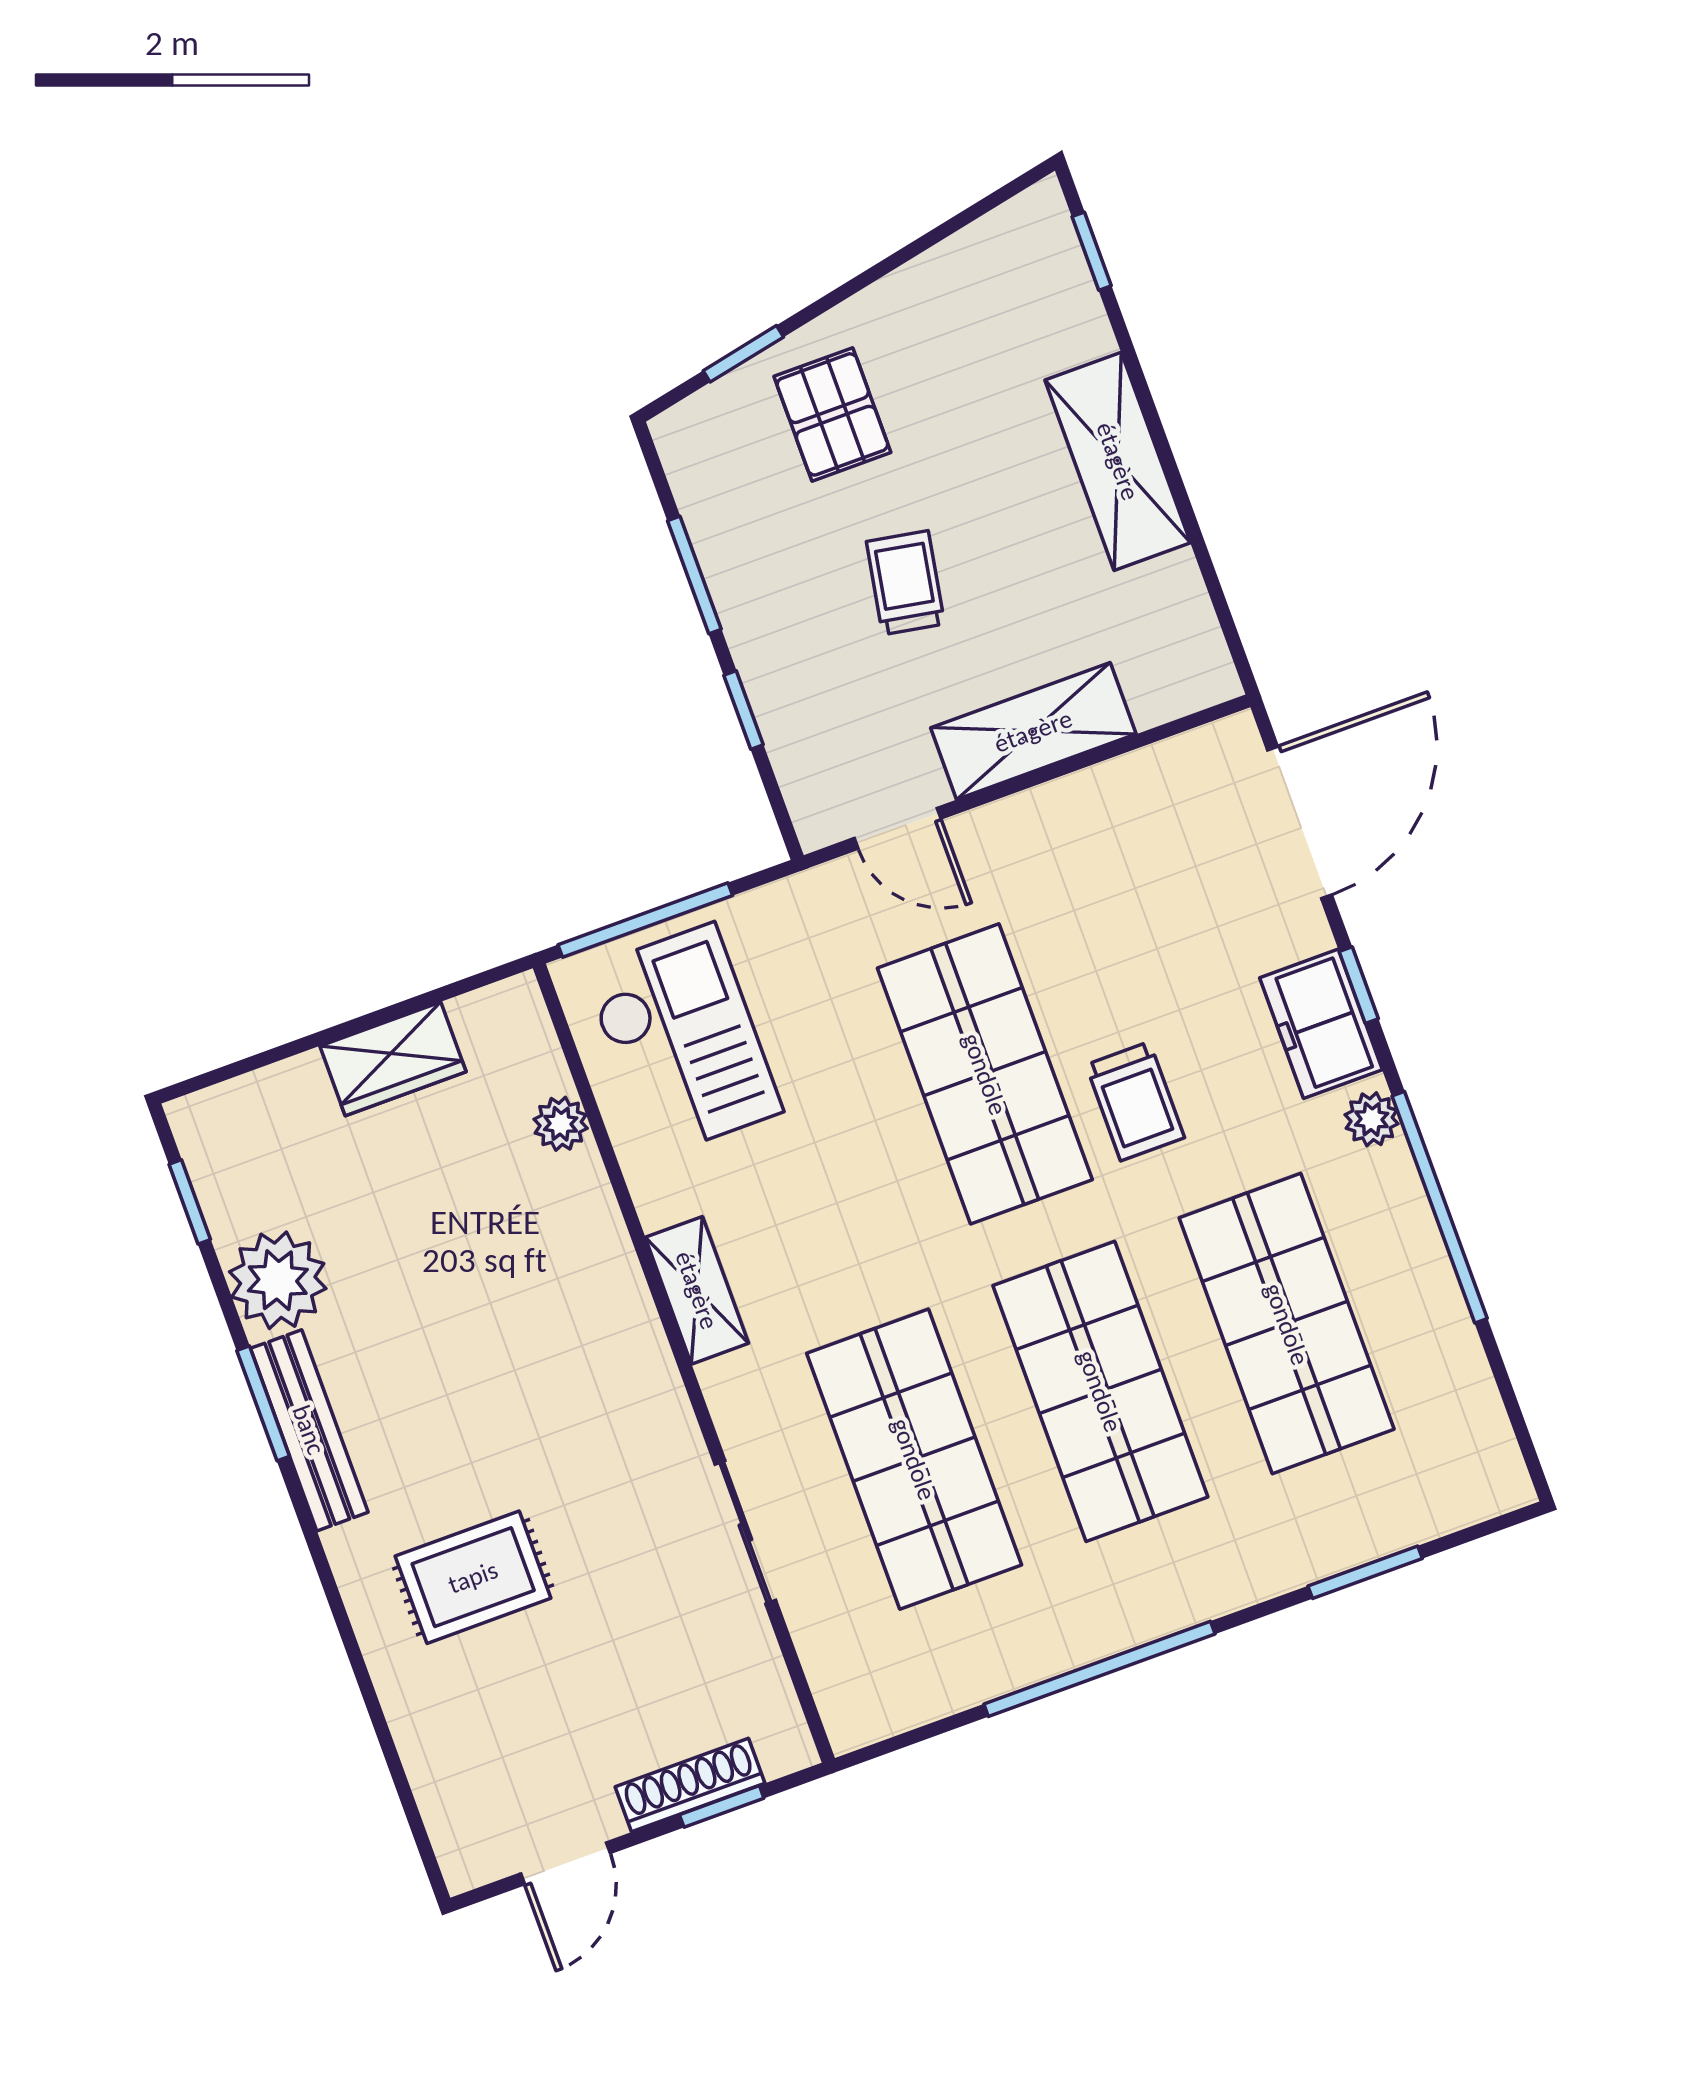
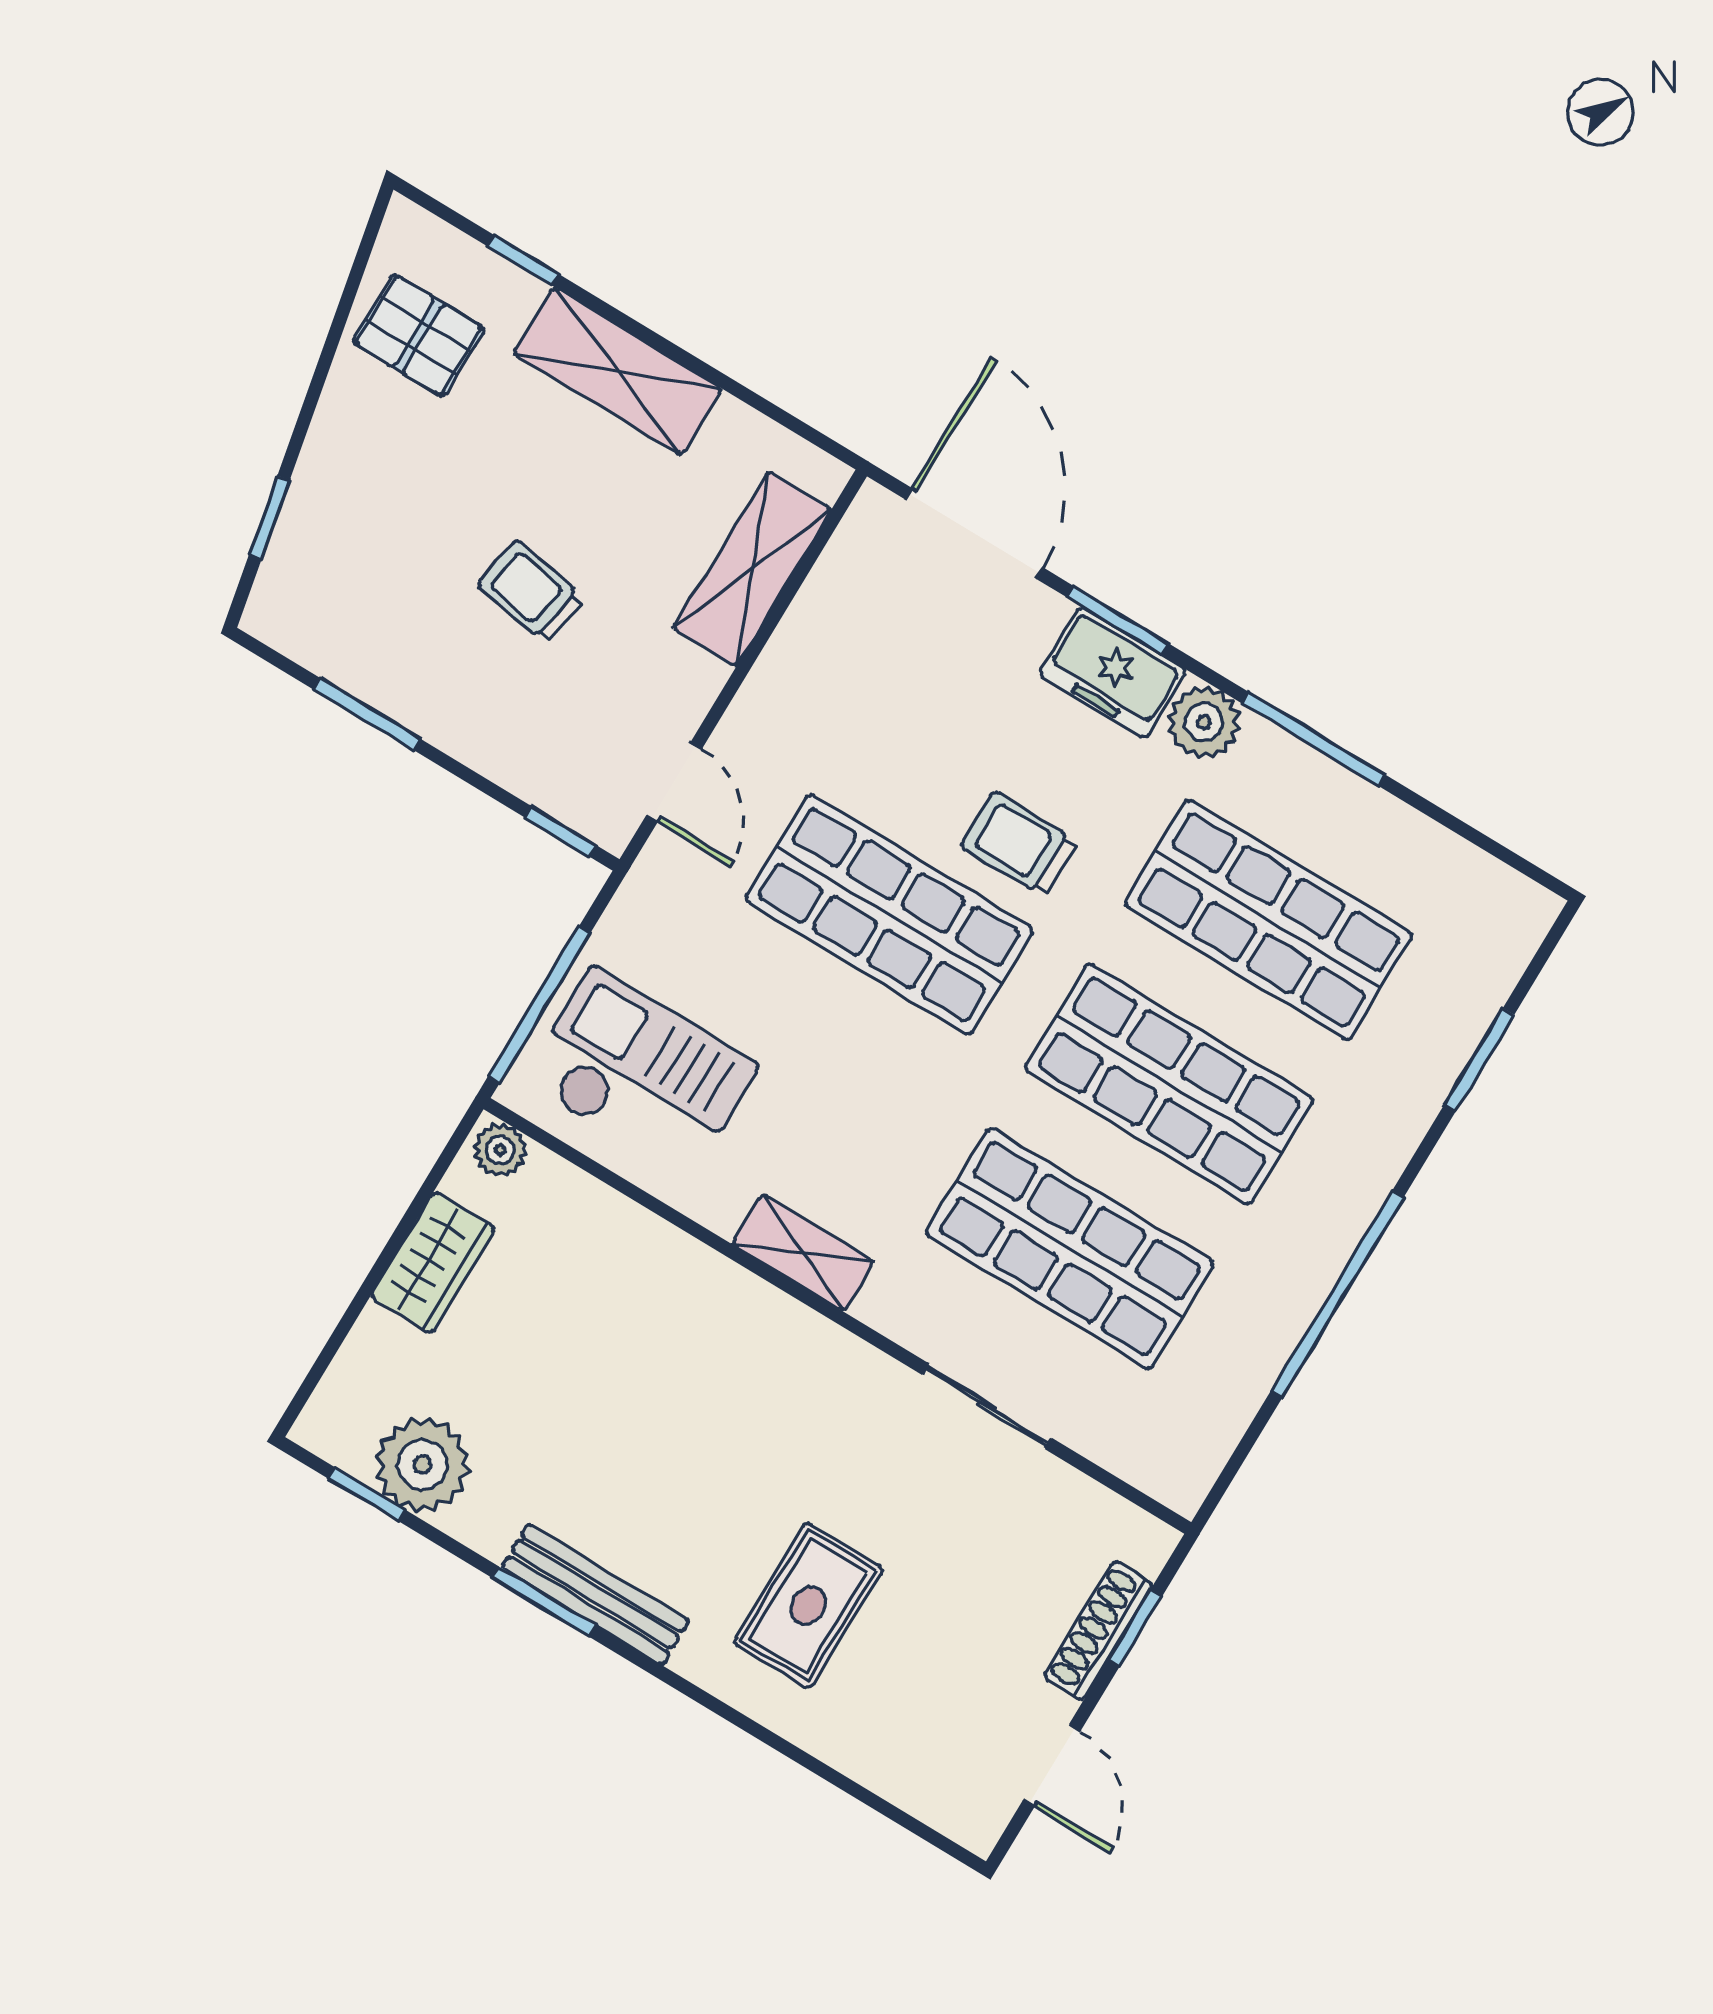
window: (1092, 251) -> (523, 260), moved
pallet: (832, 414) -> (419, 335), moved
window: (744, 710) -> (561, 831), moved
shelving: (1033, 731) -> (752, 569), moved
door: (897, 828) -> (674, 782), hinge flipped
window: (1359, 985) -> (1118, 620), width x1.50
trolley: (1135, 1101) -> (1019, 844), turned 180
plant: (1372, 1119) -> (1204, 722), width x1.38, depth x1.38
plant: (561, 1124) -> (500, 1150), moved
window: (1440, 1207) -> (1314, 739), width x0.68
plant: (278, 1280) -> (422, 1465), moved

